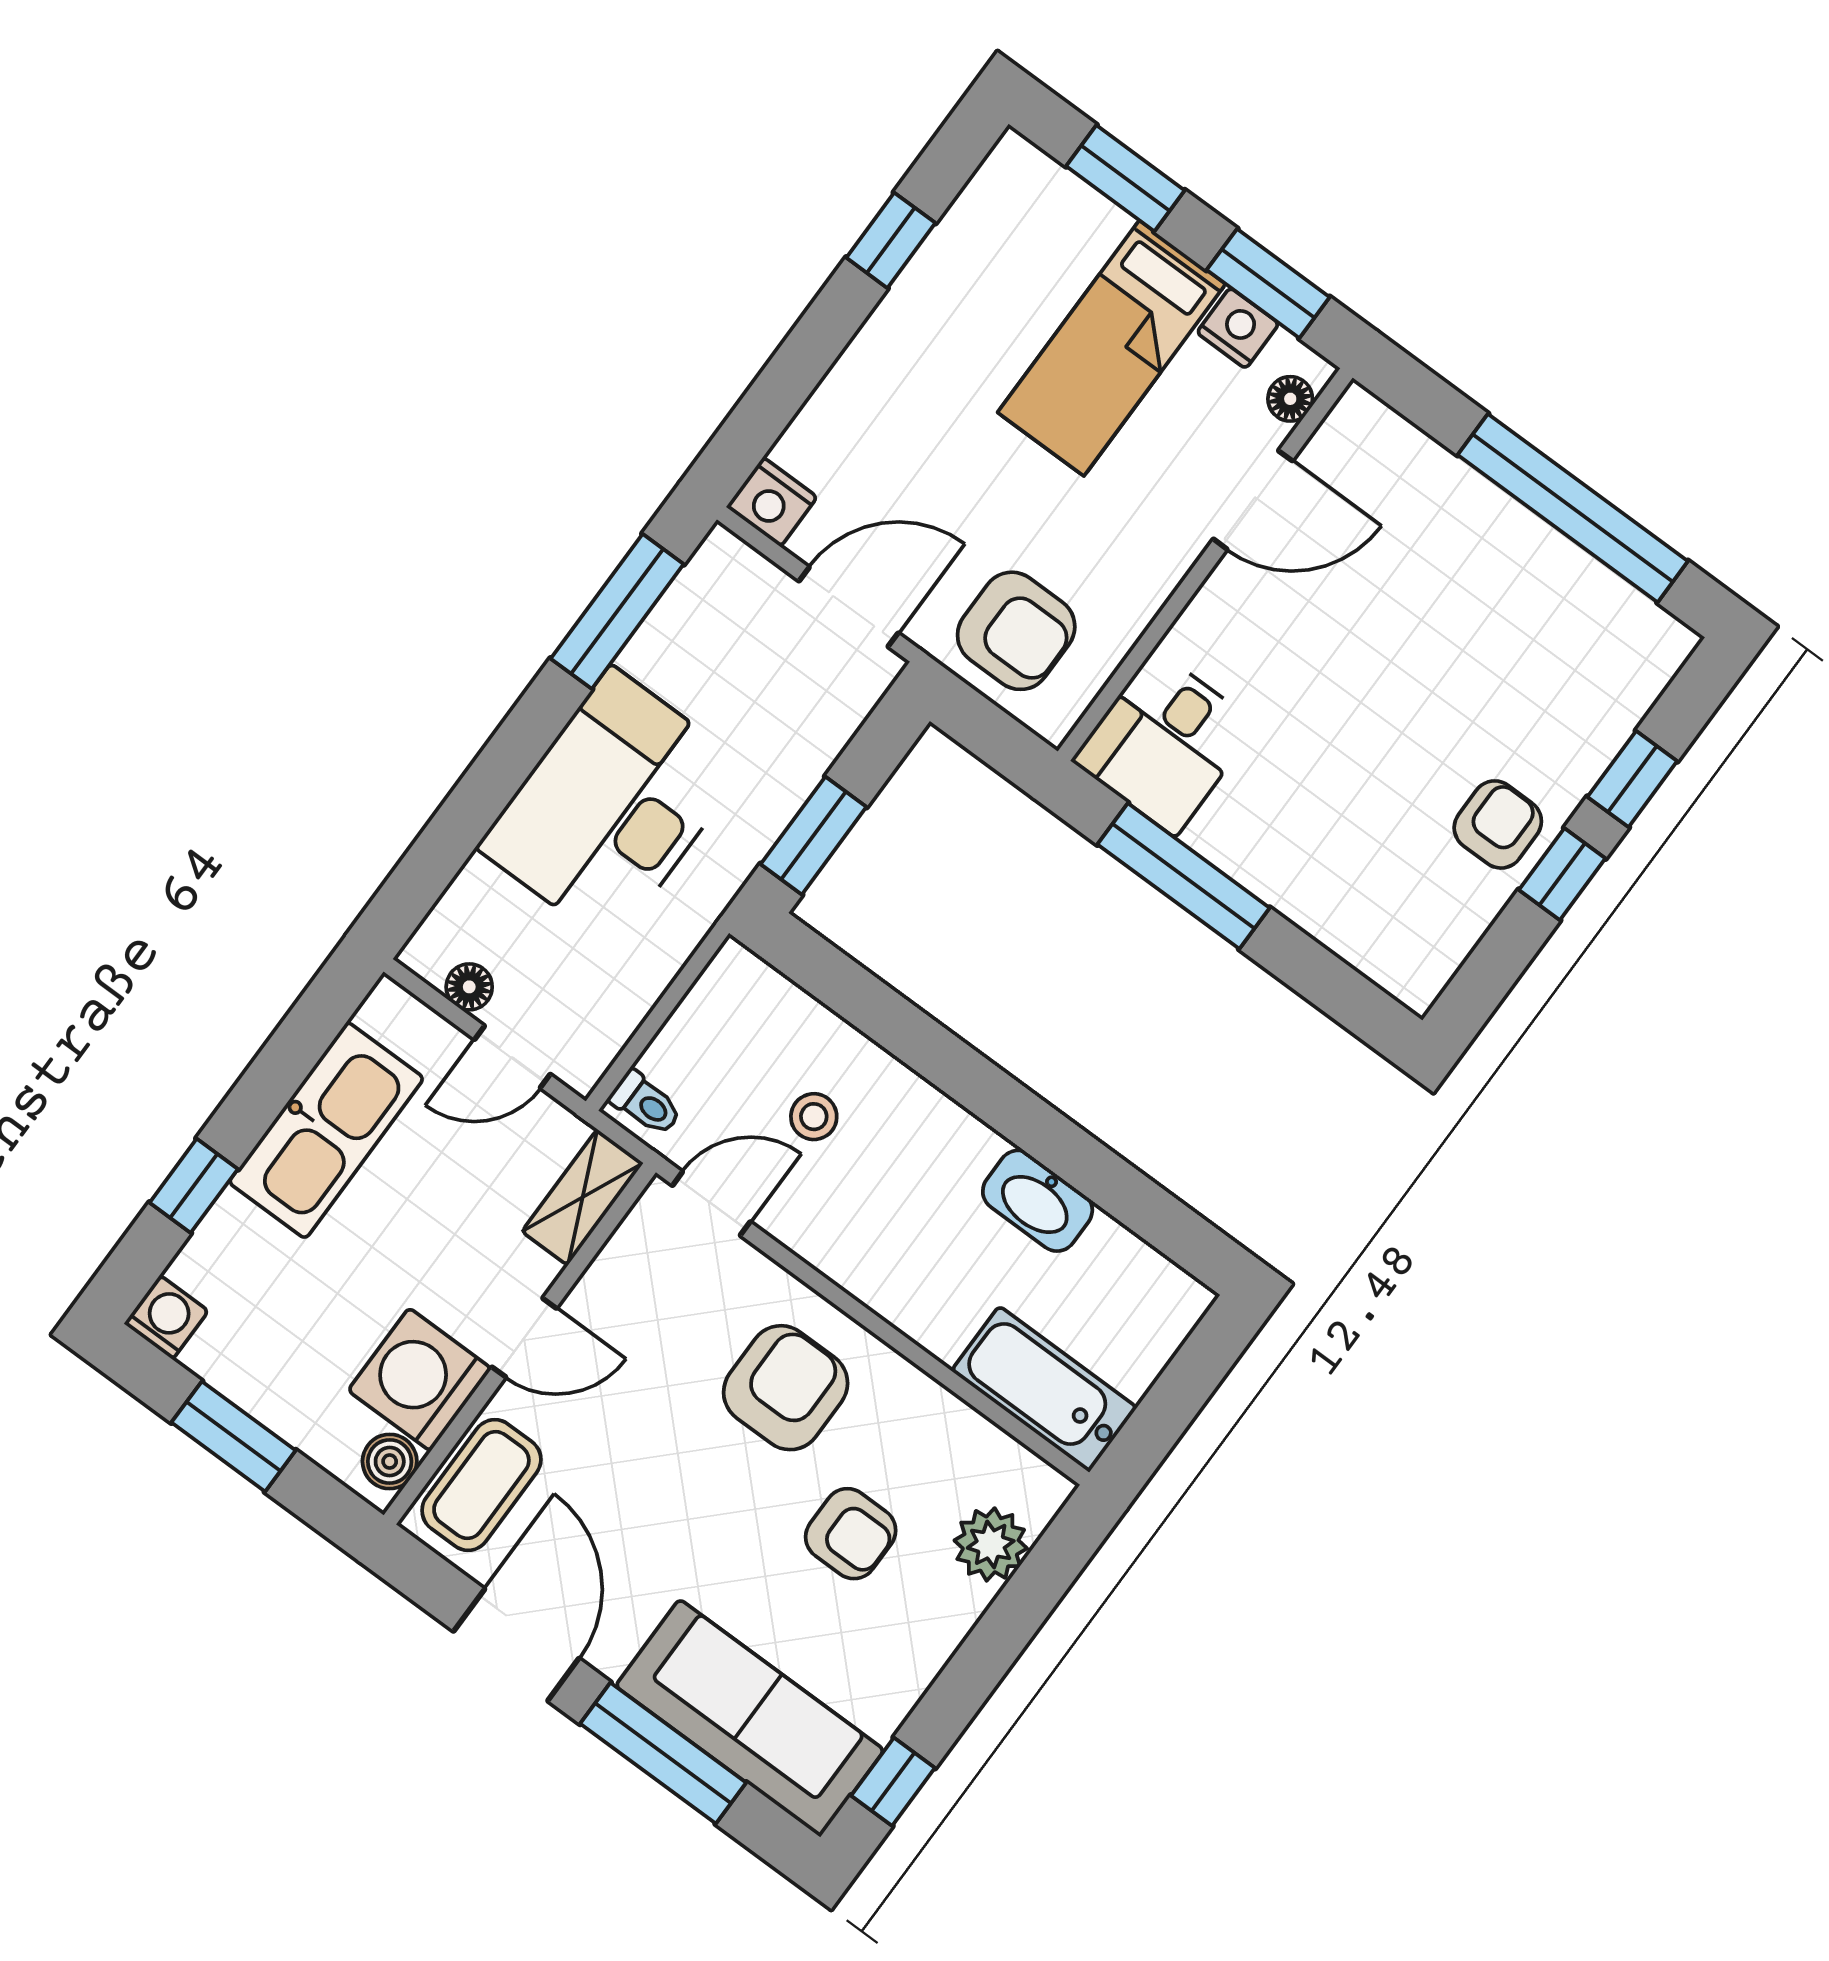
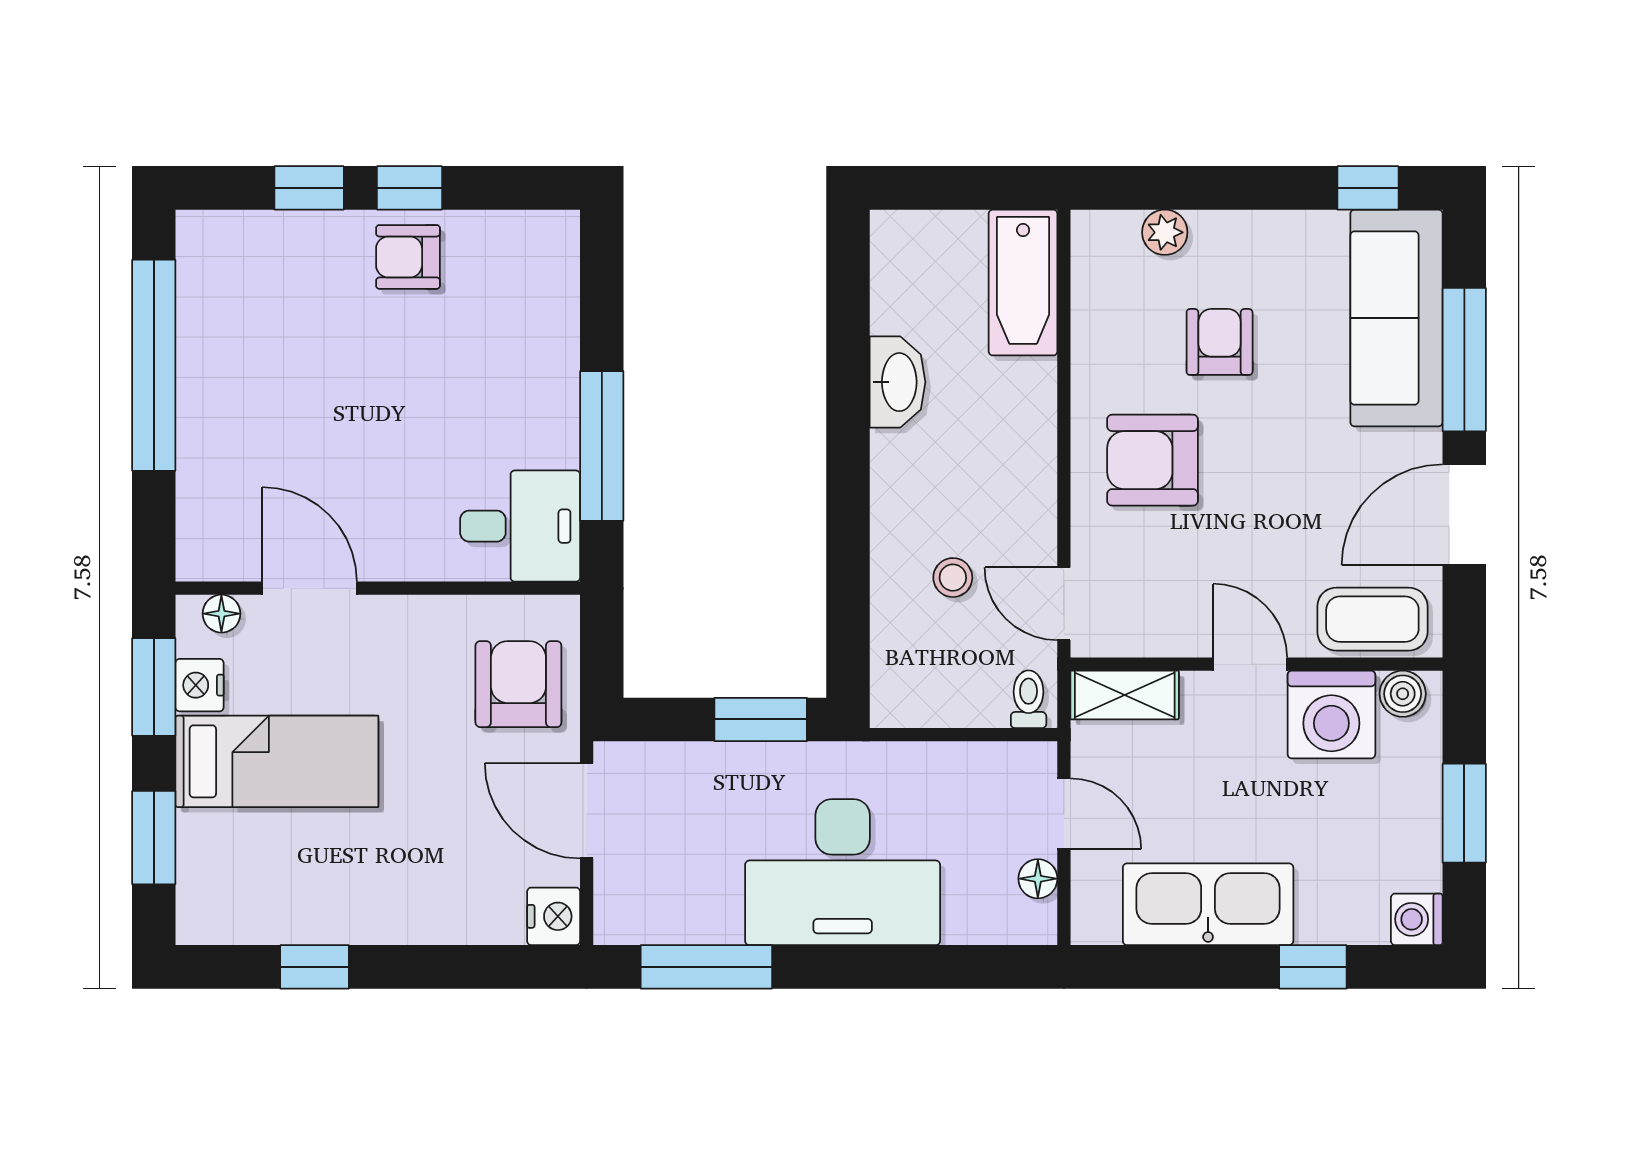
plant: (991, 1544) -> (1165, 232), width x0.73, depth x0.73

